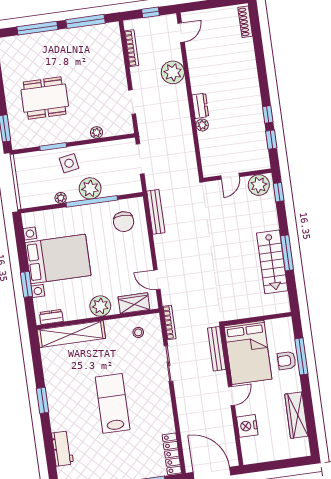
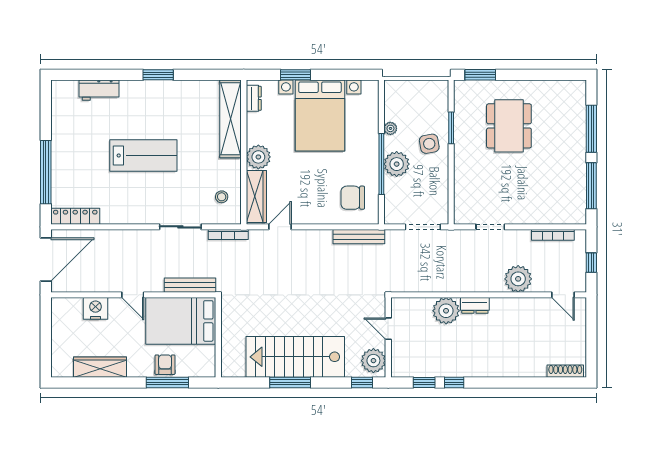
plant: (202, 125) -> (446, 311), width x1.88, depth x1.88
plant: (97, 132) -> (461, 181), removed
stairs: (272, 262) -> (295, 357), width x1.36, depth x1.51
wardrobe: (134, 303) -> (256, 197), width x1.50

